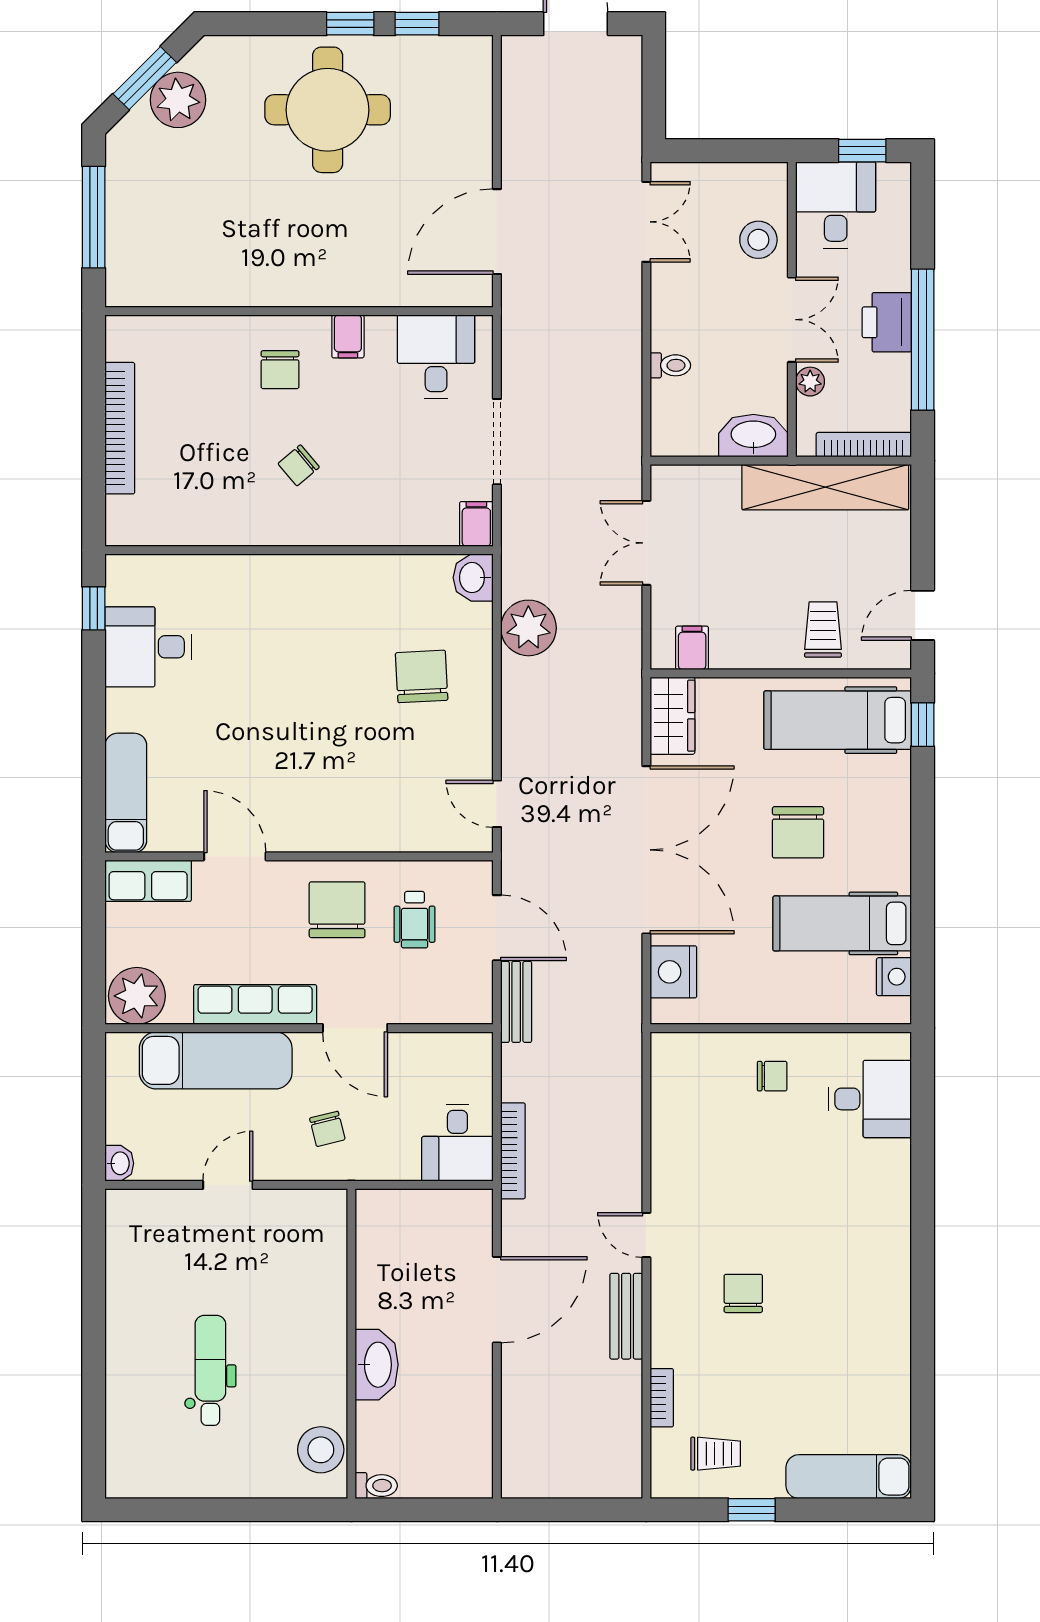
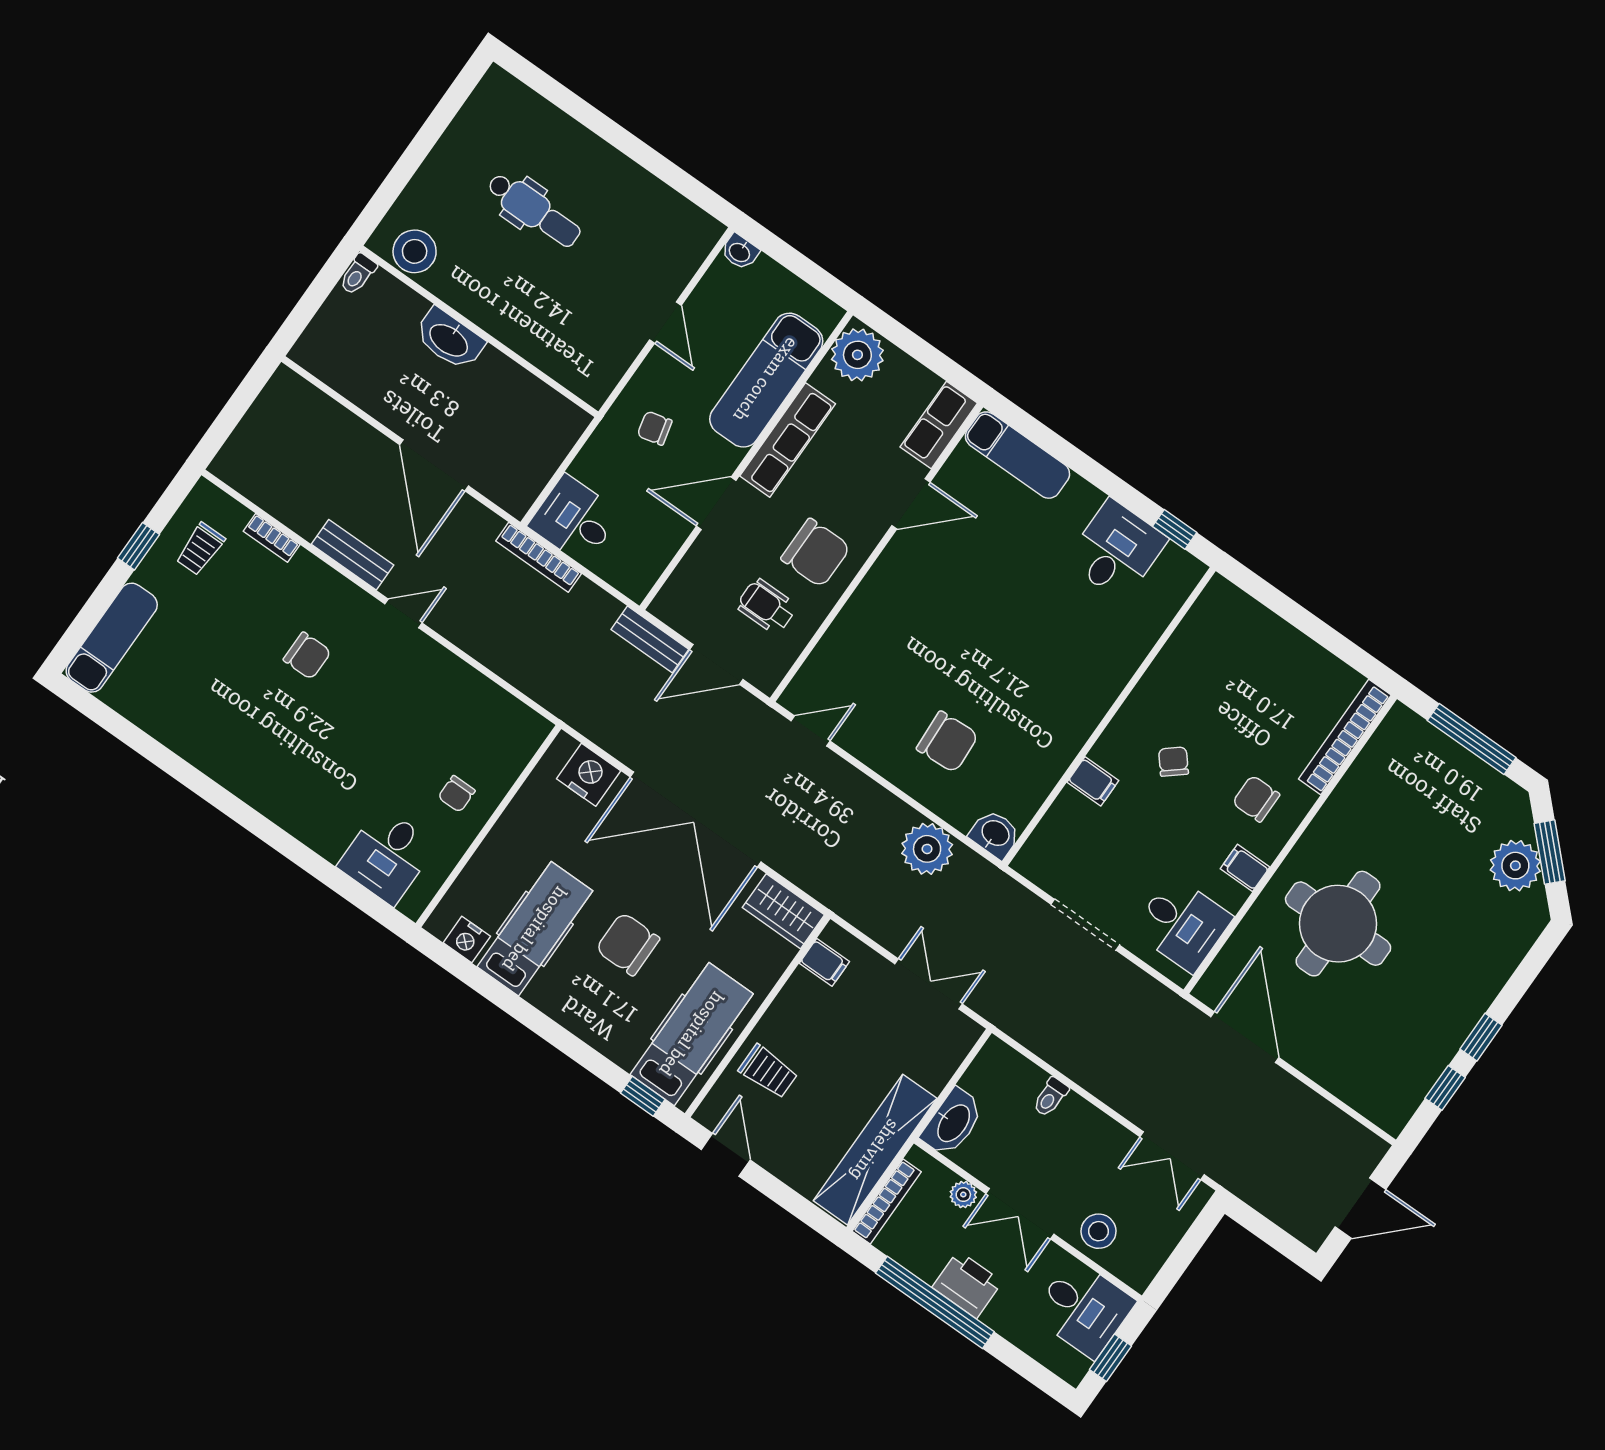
round table: (328, 110) -> (1338, 924), moved
bookcase: (120, 428) -> (1345, 737), moved, turned 90
filing cabinet: (476, 524) -> (1093, 781), moved

